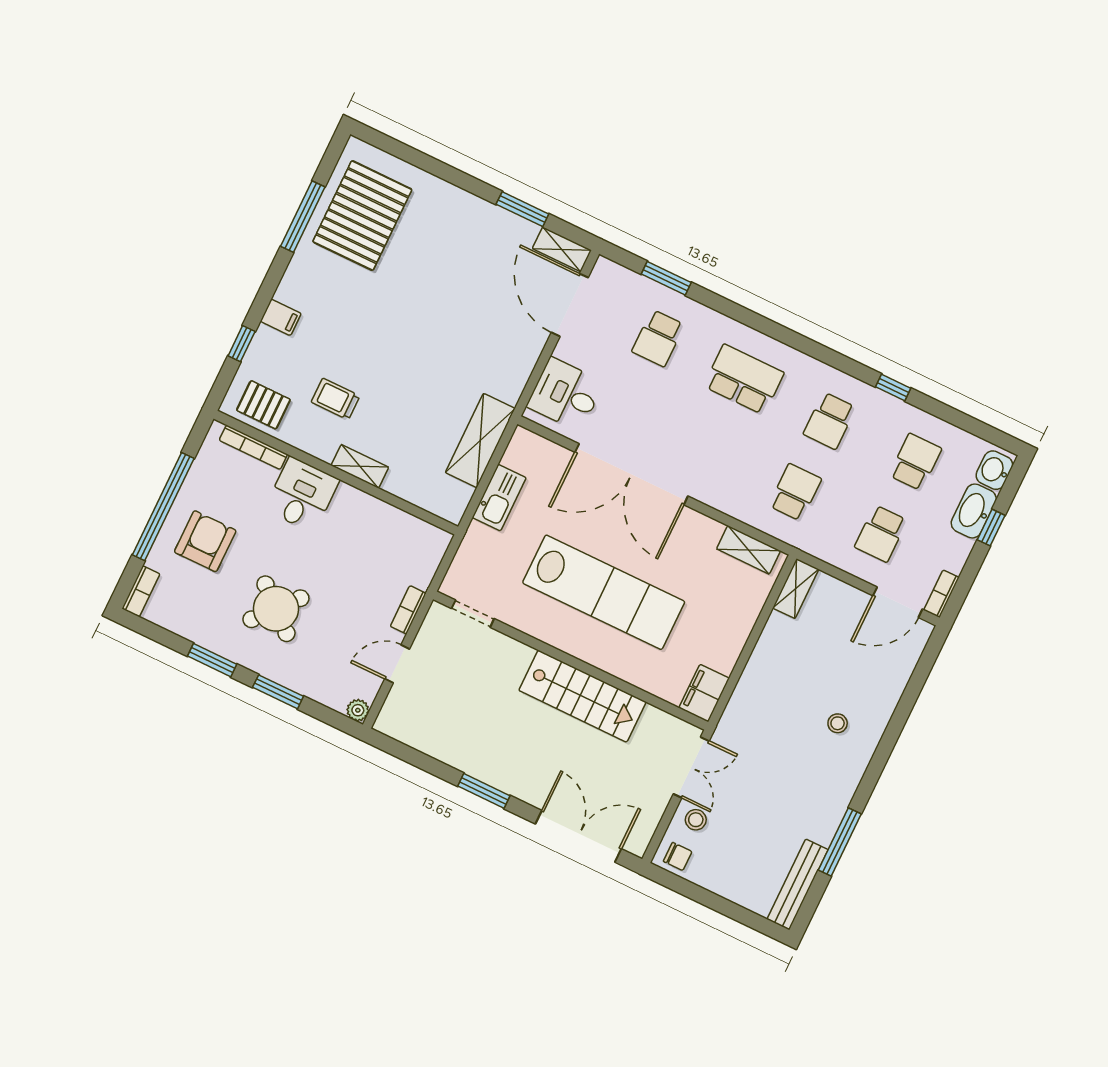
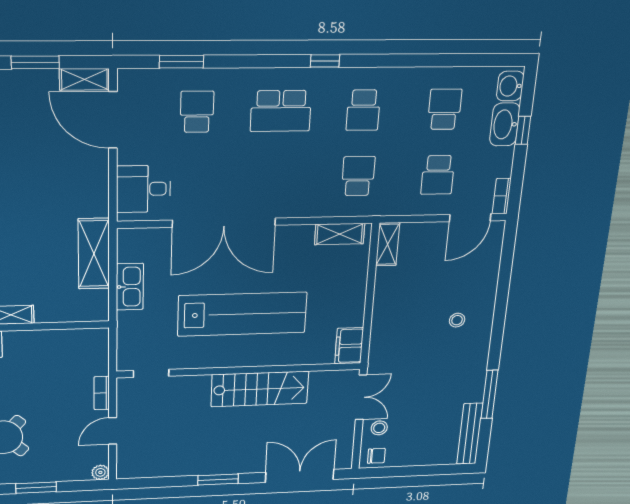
school desk: (658, 338) -> (197, 112), turned 180
school desk: (744, 379) -> (281, 111), turned 180
window: (893, 387) -> (325, 61), moved

